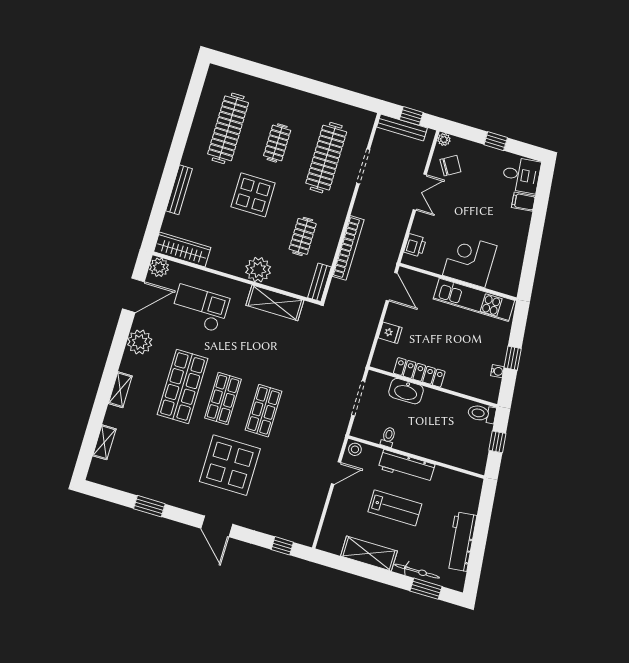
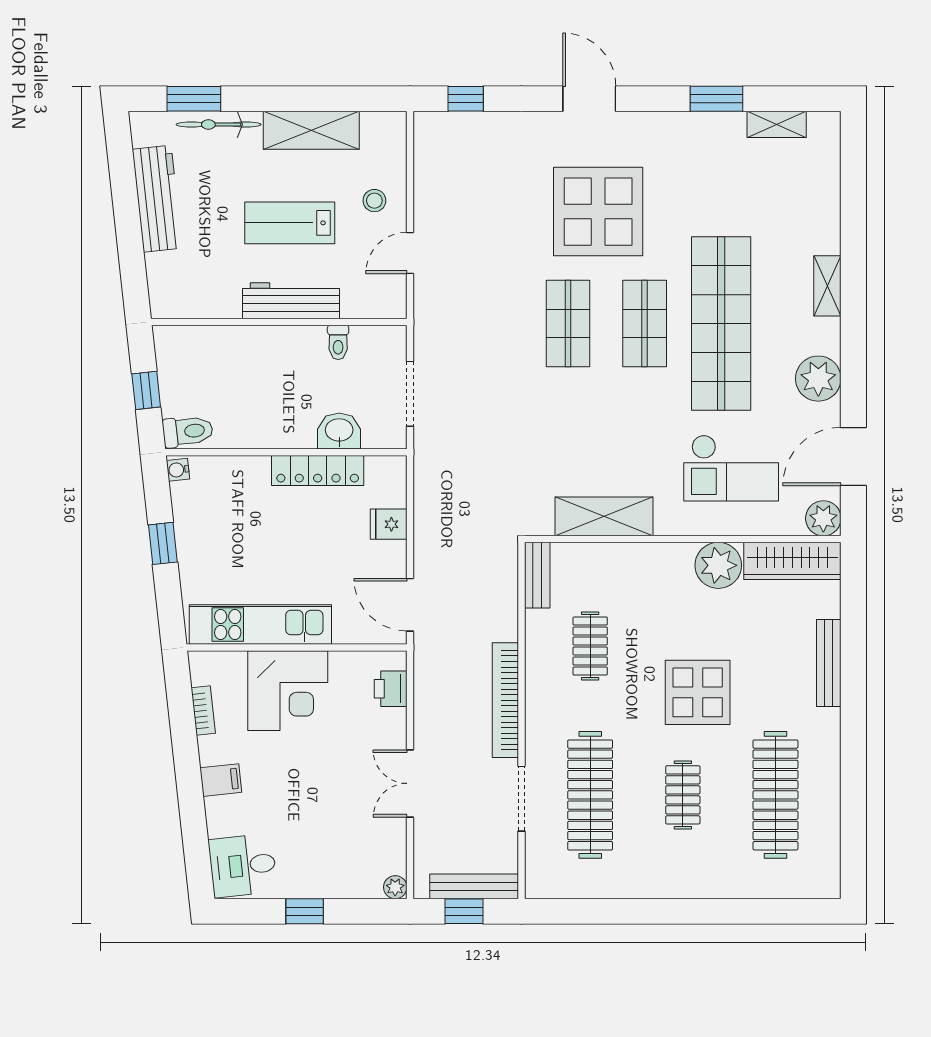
chair: (450, 166) -> (370, 845), removed
filing cabinet: (523, 202) -> (221, 780), moved
bookcase: (348, 248) -> (505, 700), moved
bookcase: (518, 263) -> (203, 711), added
plant: (258, 270) -> (718, 565), moved
water cooler: (497, 371) -> (178, 470), moved
shop shelf: (182, 386) -> (721, 324), width x1.40
washbasin: (406, 391) -> (339, 431), width x0.72
shelving: (104, 442) -> (777, 124), moved, turned 90
stool: (355, 449) -> (374, 201), moved

